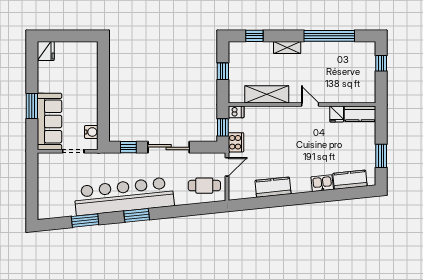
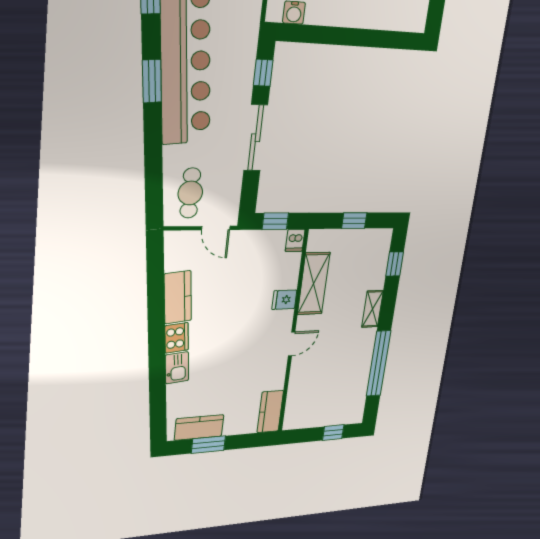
fridge: (337, 114) -> (284, 300), moved
cooker: (236, 142) -> (177, 338), moved, turned -96
kitchen counter: (350, 180) -> (199, 427), moved, turned -84

